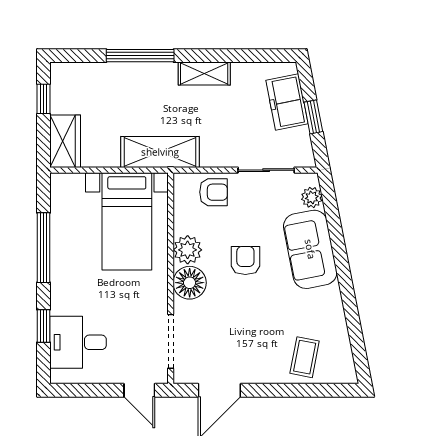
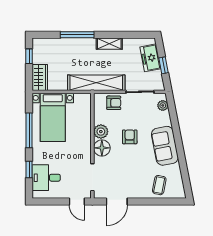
shelving: (160, 152) -> (96, 83), width x1.47
bed with nightstands: (127, 221) -> (53, 117), moved
sofa: (310, 249) -> (165, 146), moved

